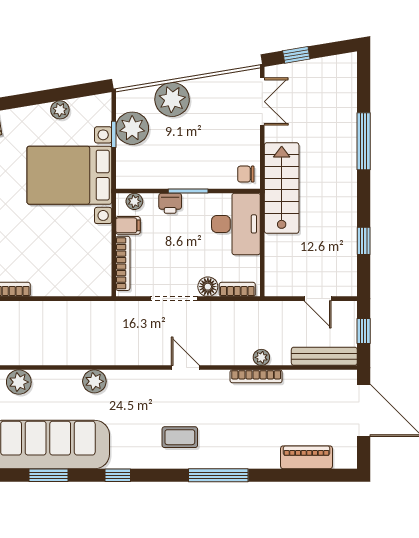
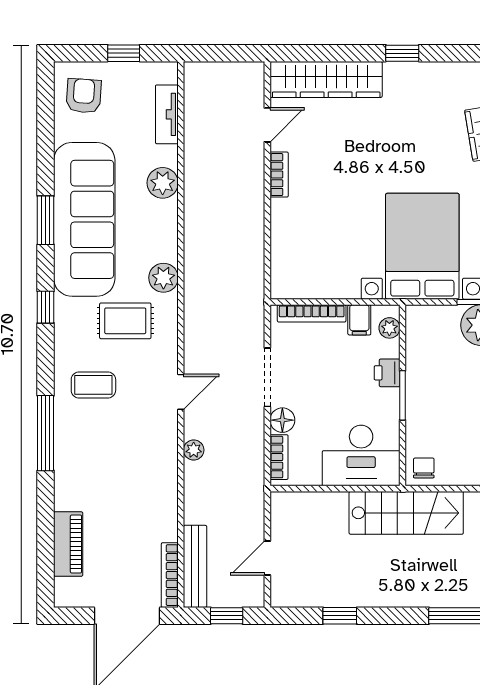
plant: (261, 357) -> (194, 450), moved
bookcase: (256, 376) -> (170, 575), moved
rug: (129, 412) -> (125, 321), added
coffee table: (180, 437) -> (93, 385), turned 90

